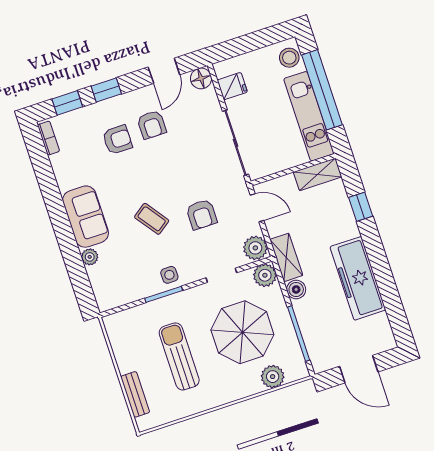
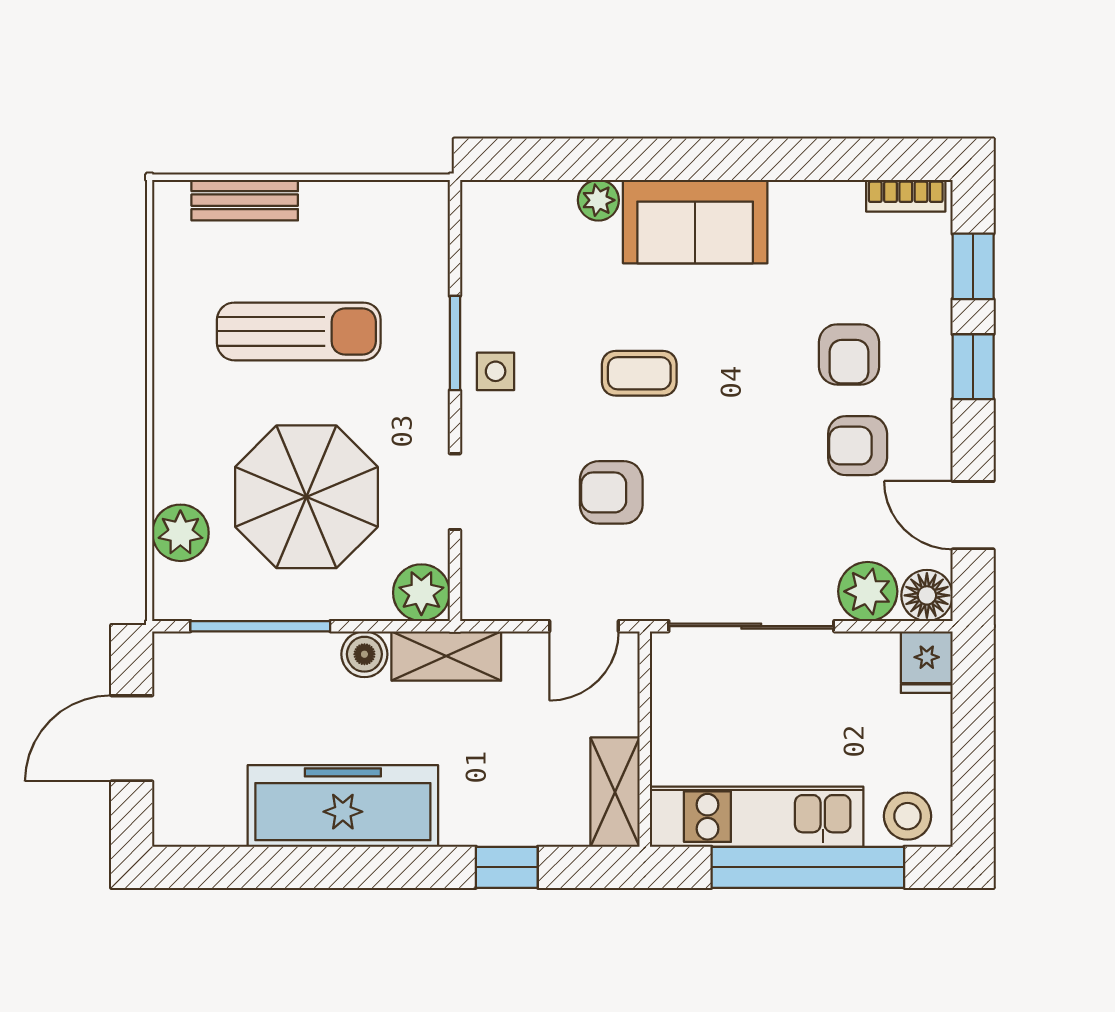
fridge: (232, 86) -> (927, 662), moved
coffee table: (152, 219) -> (639, 373), turned 36
plant: (255, 248) -> (868, 591), moved

